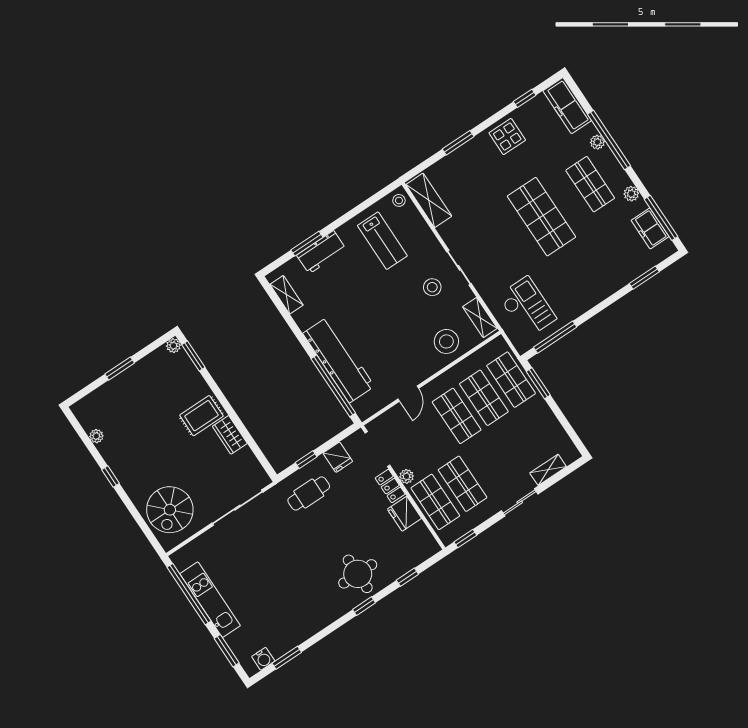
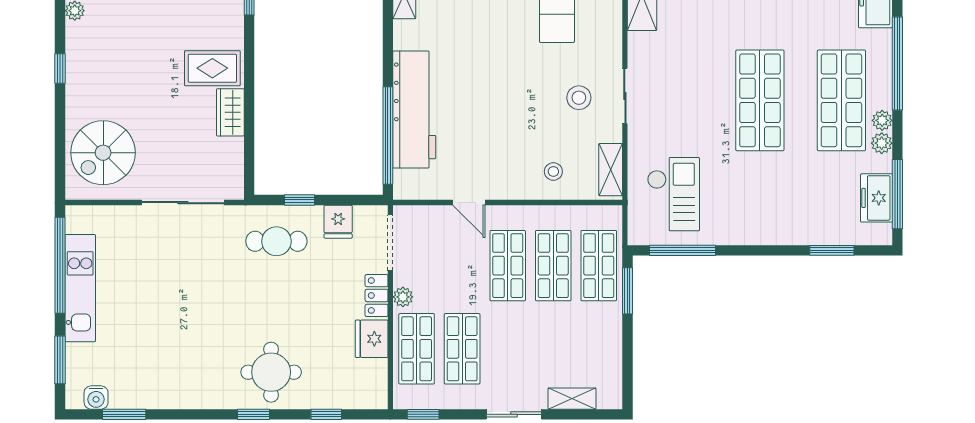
plant: (597, 142) -> (882, 120), moved
shop shelf: (590, 184) -> (841, 100), width x1.43, depth x1.36
stool: (446, 341) -> (553, 171), width x0.53, depth x0.53
door: (408, 394) -> (469, 203), hinge flipped

